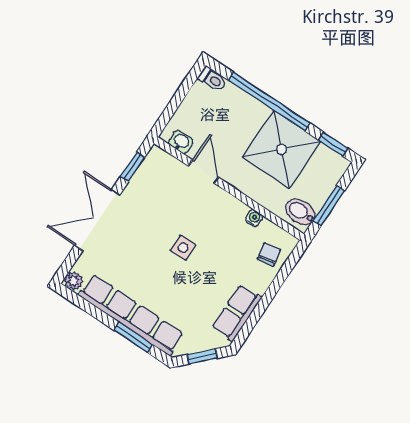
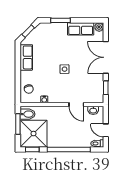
door: (182, 92) -> (106, 130), added
shower: (282, 149) -> (33, 134), moved
double door: (97, 220) -> (106, 57), swing flipped
row of seats: (131, 315) -> (81, 29), width x0.50

